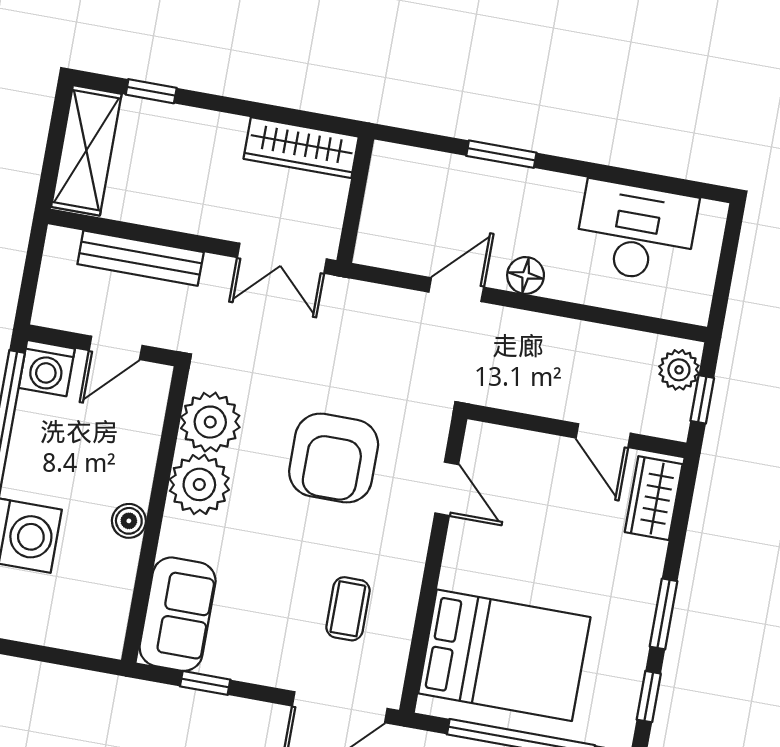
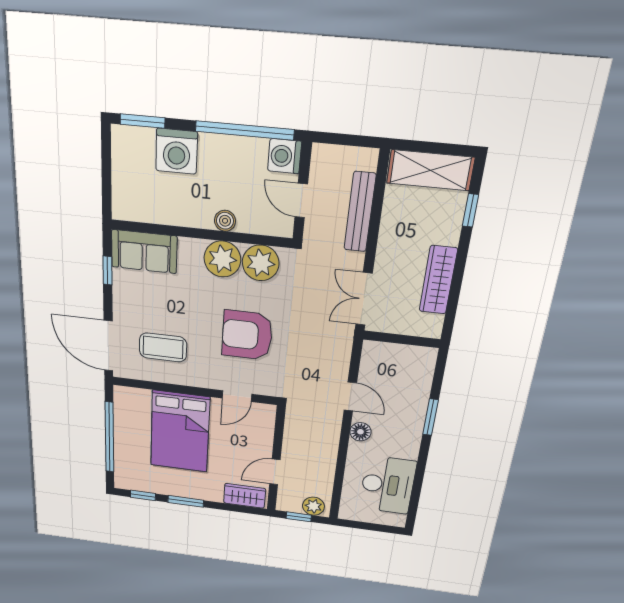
wardrobe: (301, 148) -> (438, 280), moved
boiler: (129, 521) -> (225, 221), moved
coffee table: (348, 609) -> (163, 347), width x1.36, depth x1.30
bed: (504, 655) -> (180, 432), moved

